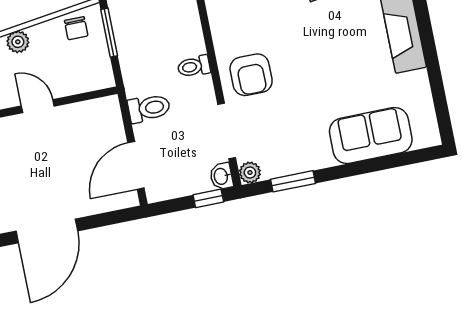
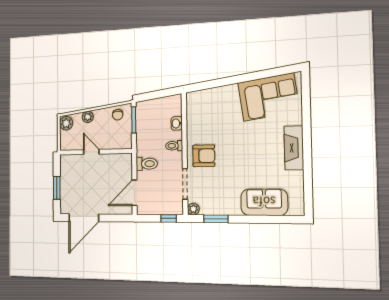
armchair: (251, 75) -> (204, 156), turned -90
washbasin: (221, 176) -> (177, 123), moved

